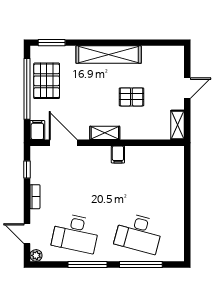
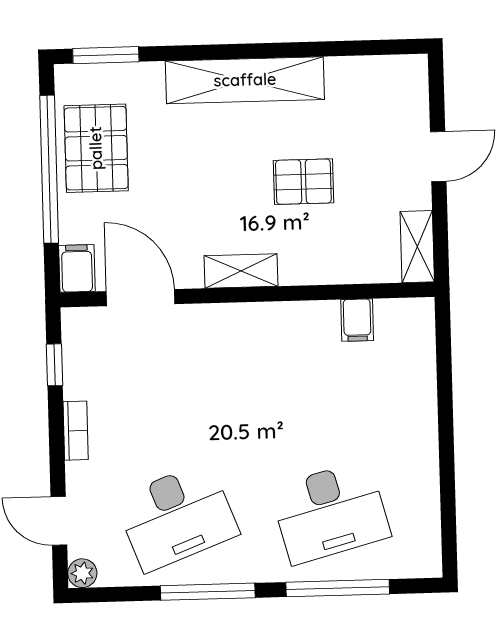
filing cabinet: (118, 154) -> (357, 320), moved
desk: (76, 233) -> (177, 517), turned -33
desk: (139, 233) -> (330, 512), turned -30

